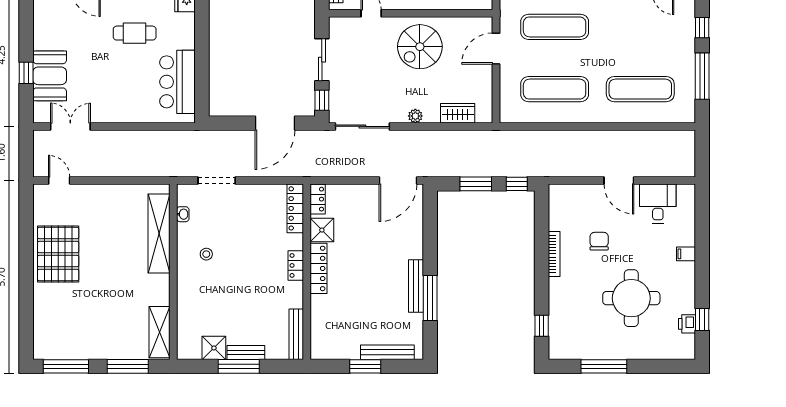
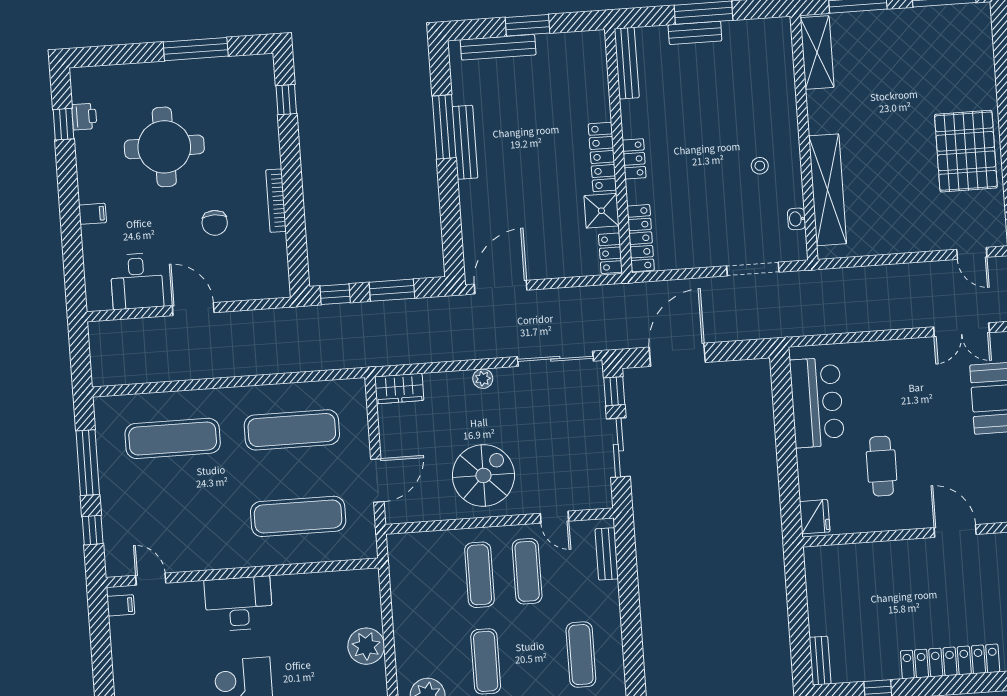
cafe table: (135, 33) -> (882, 466), turned 90
wardrobe: (458, 113) -> (399, 389), moved
shower: (214, 348) -> (740, 36), removed

